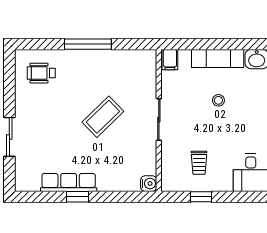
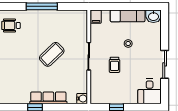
trolley: (199, 163) -> (114, 65), moved
row of seats: (69, 182) -> (48, 98), moved

